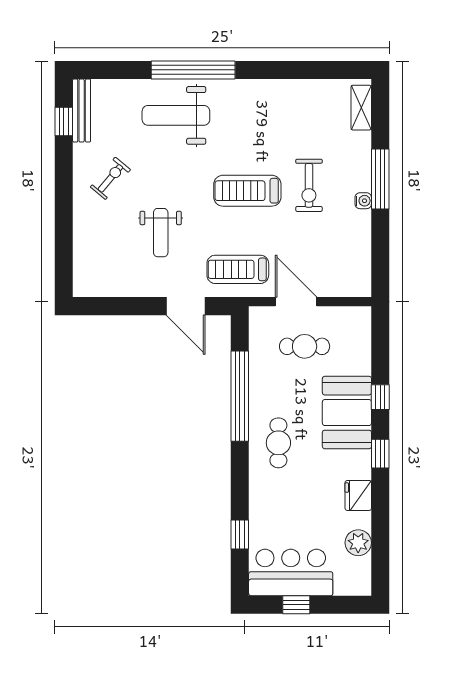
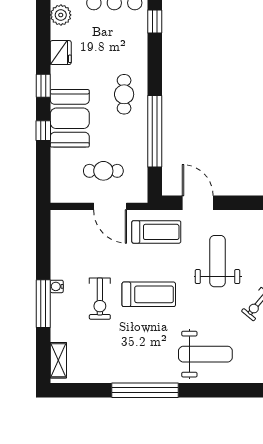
window: (193, 70) -> (145, 390), moved
exercise bike: (309, 185) -> (100, 299), turned 180
weight bench: (161, 233) -> (218, 261), width x1.36, depth x1.33

